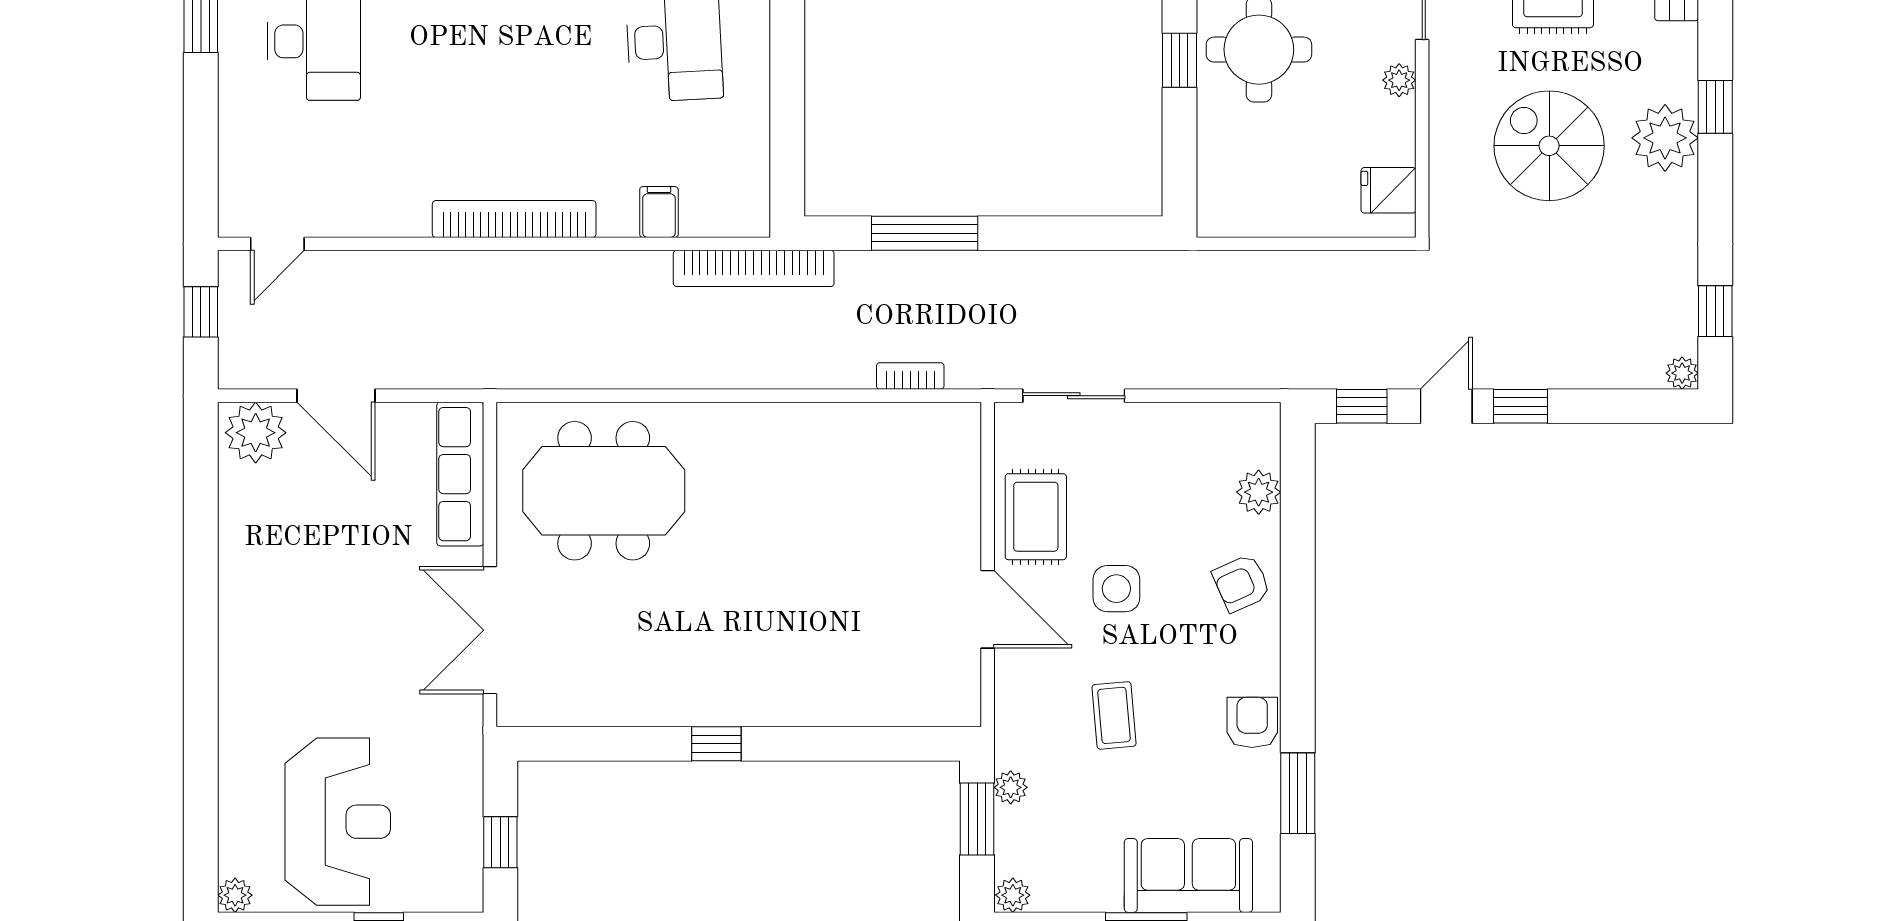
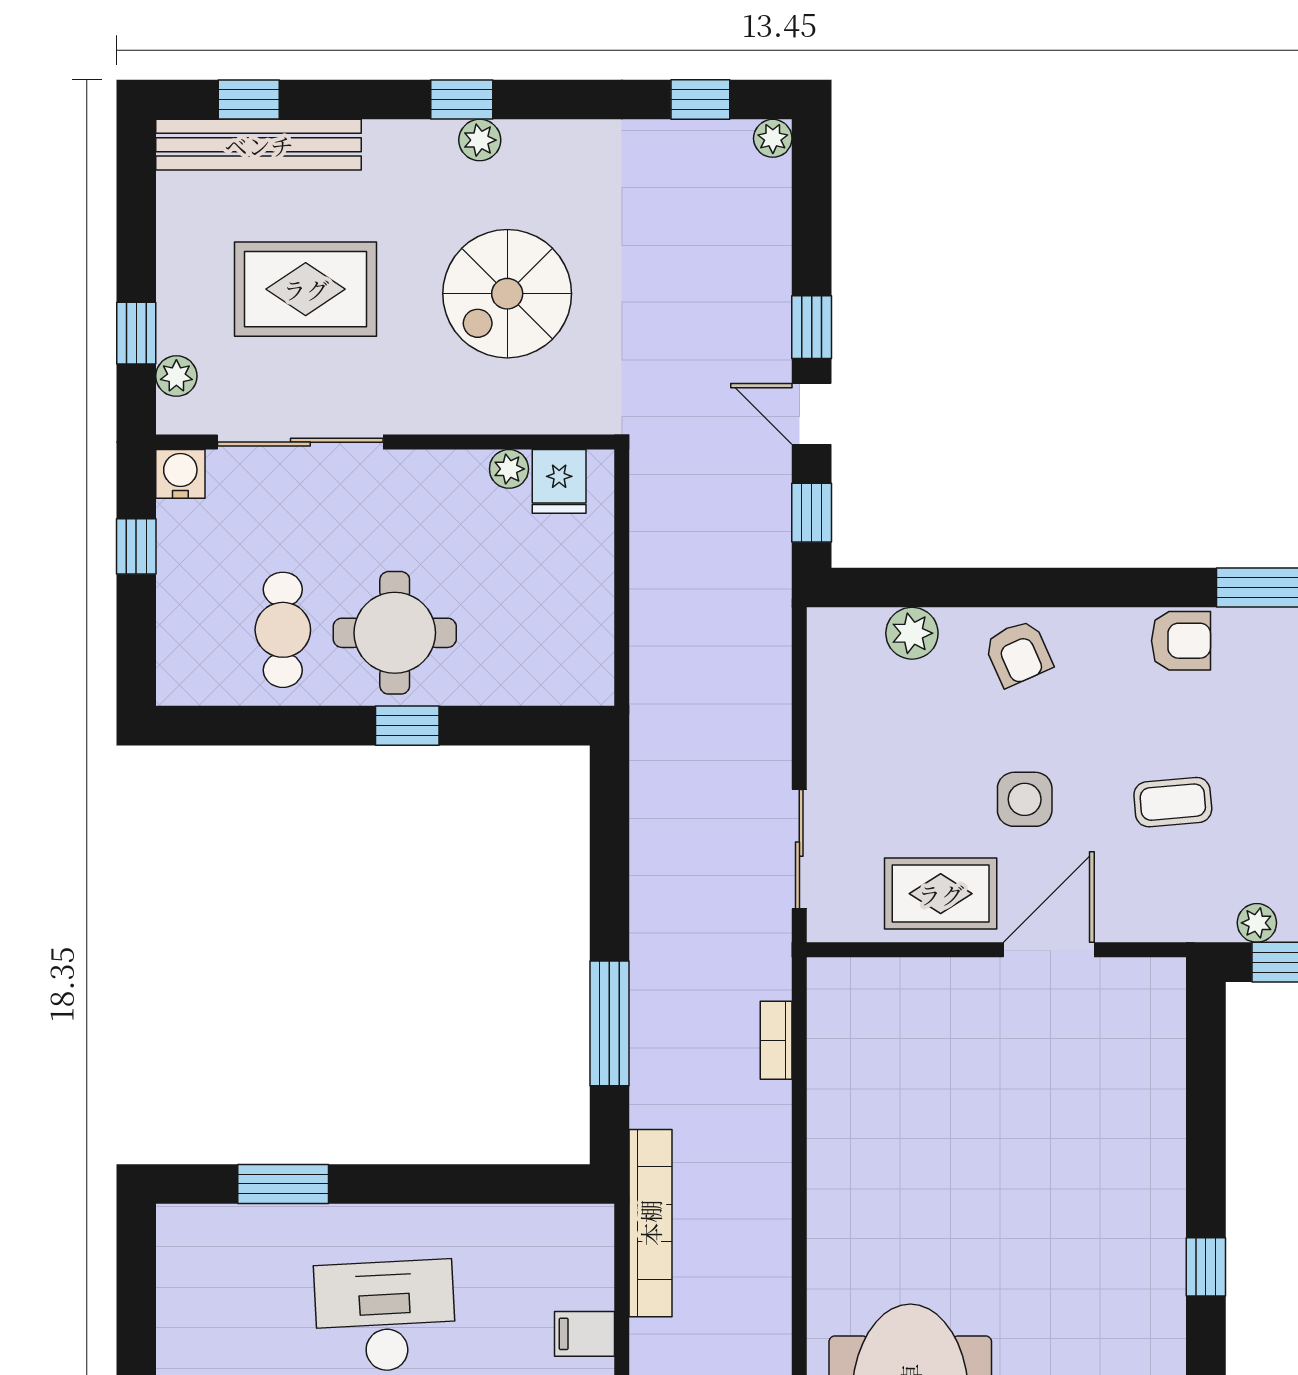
plant: (1399, 80) -> (509, 469), moved
plant: (1665, 138) -> (480, 140), width x0.53, depth x0.53
armchair: (1252, 722) -> (1181, 641), turned 180

